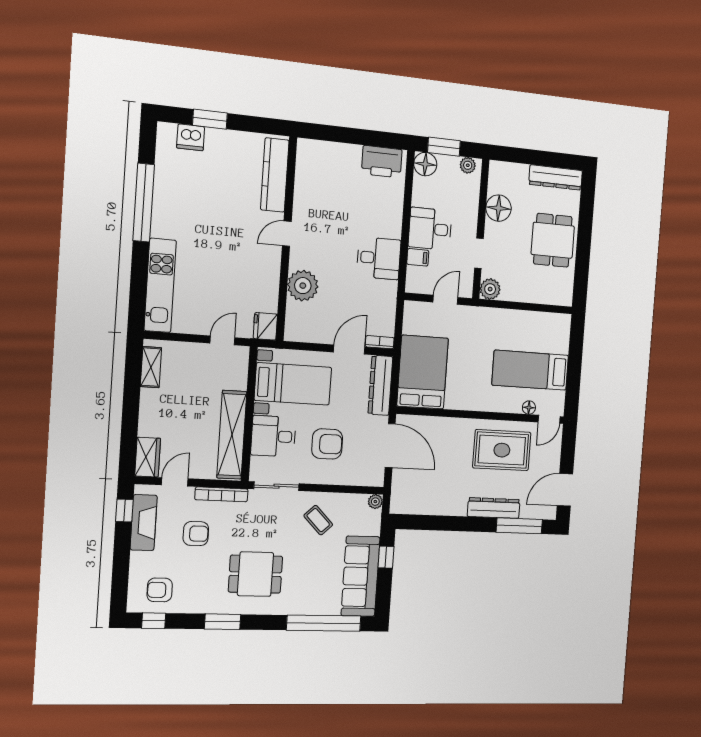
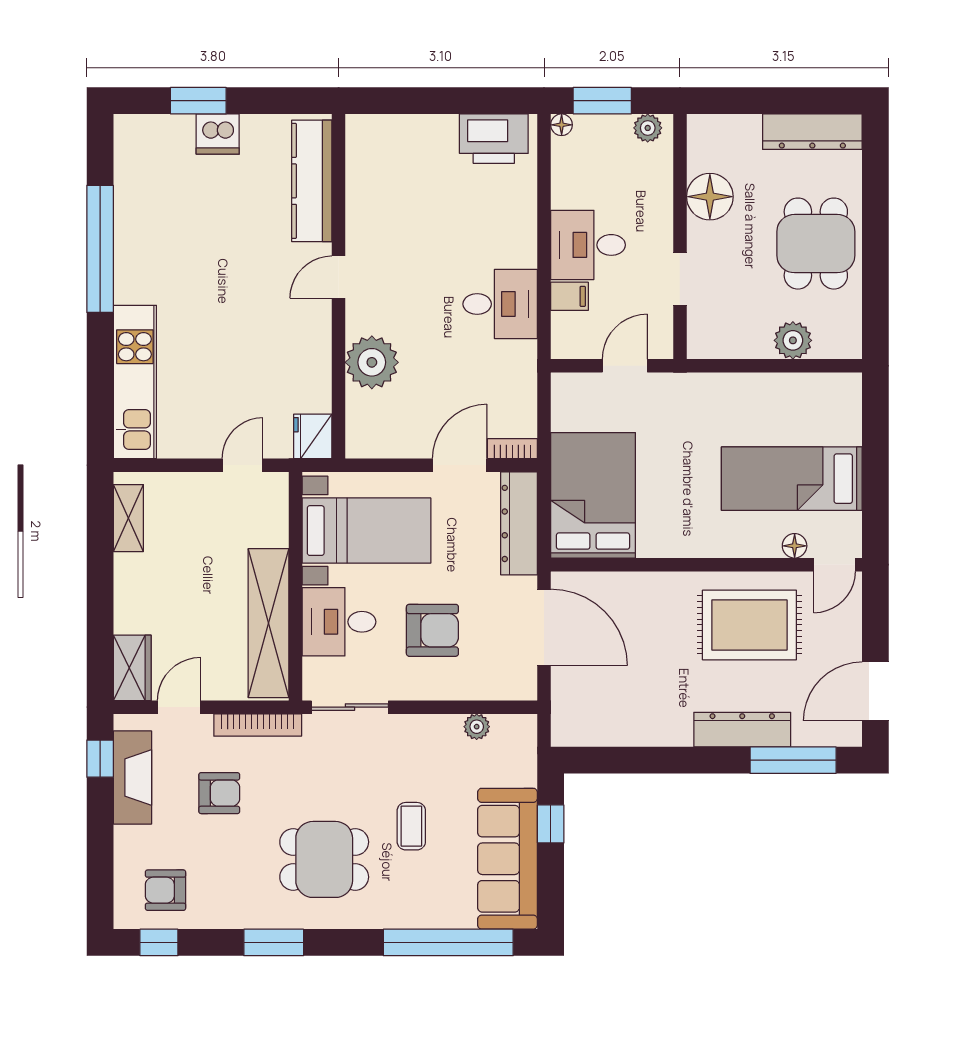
dishwasher: (191, 137) -> (218, 134), moved
floor lamp: (425, 164) -> (562, 125), width x0.53, depth x0.53
plant: (490, 289) -> (793, 340), moved
plant: (375, 502) -> (477, 727), moved
coffee table: (318, 520) -> (411, 826), moved, turned 44

